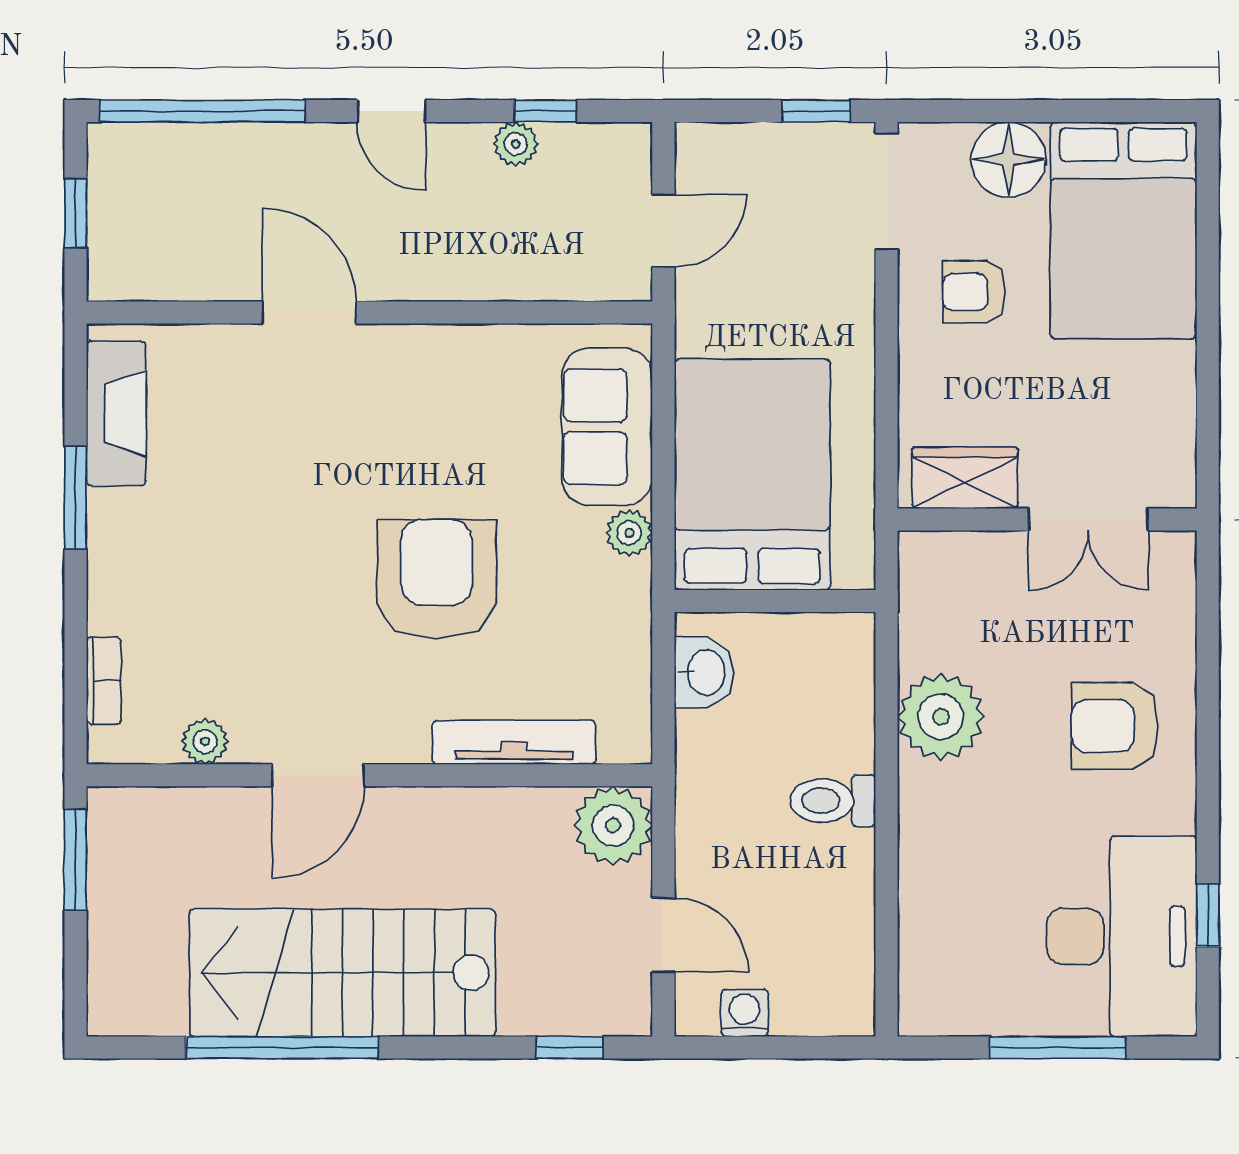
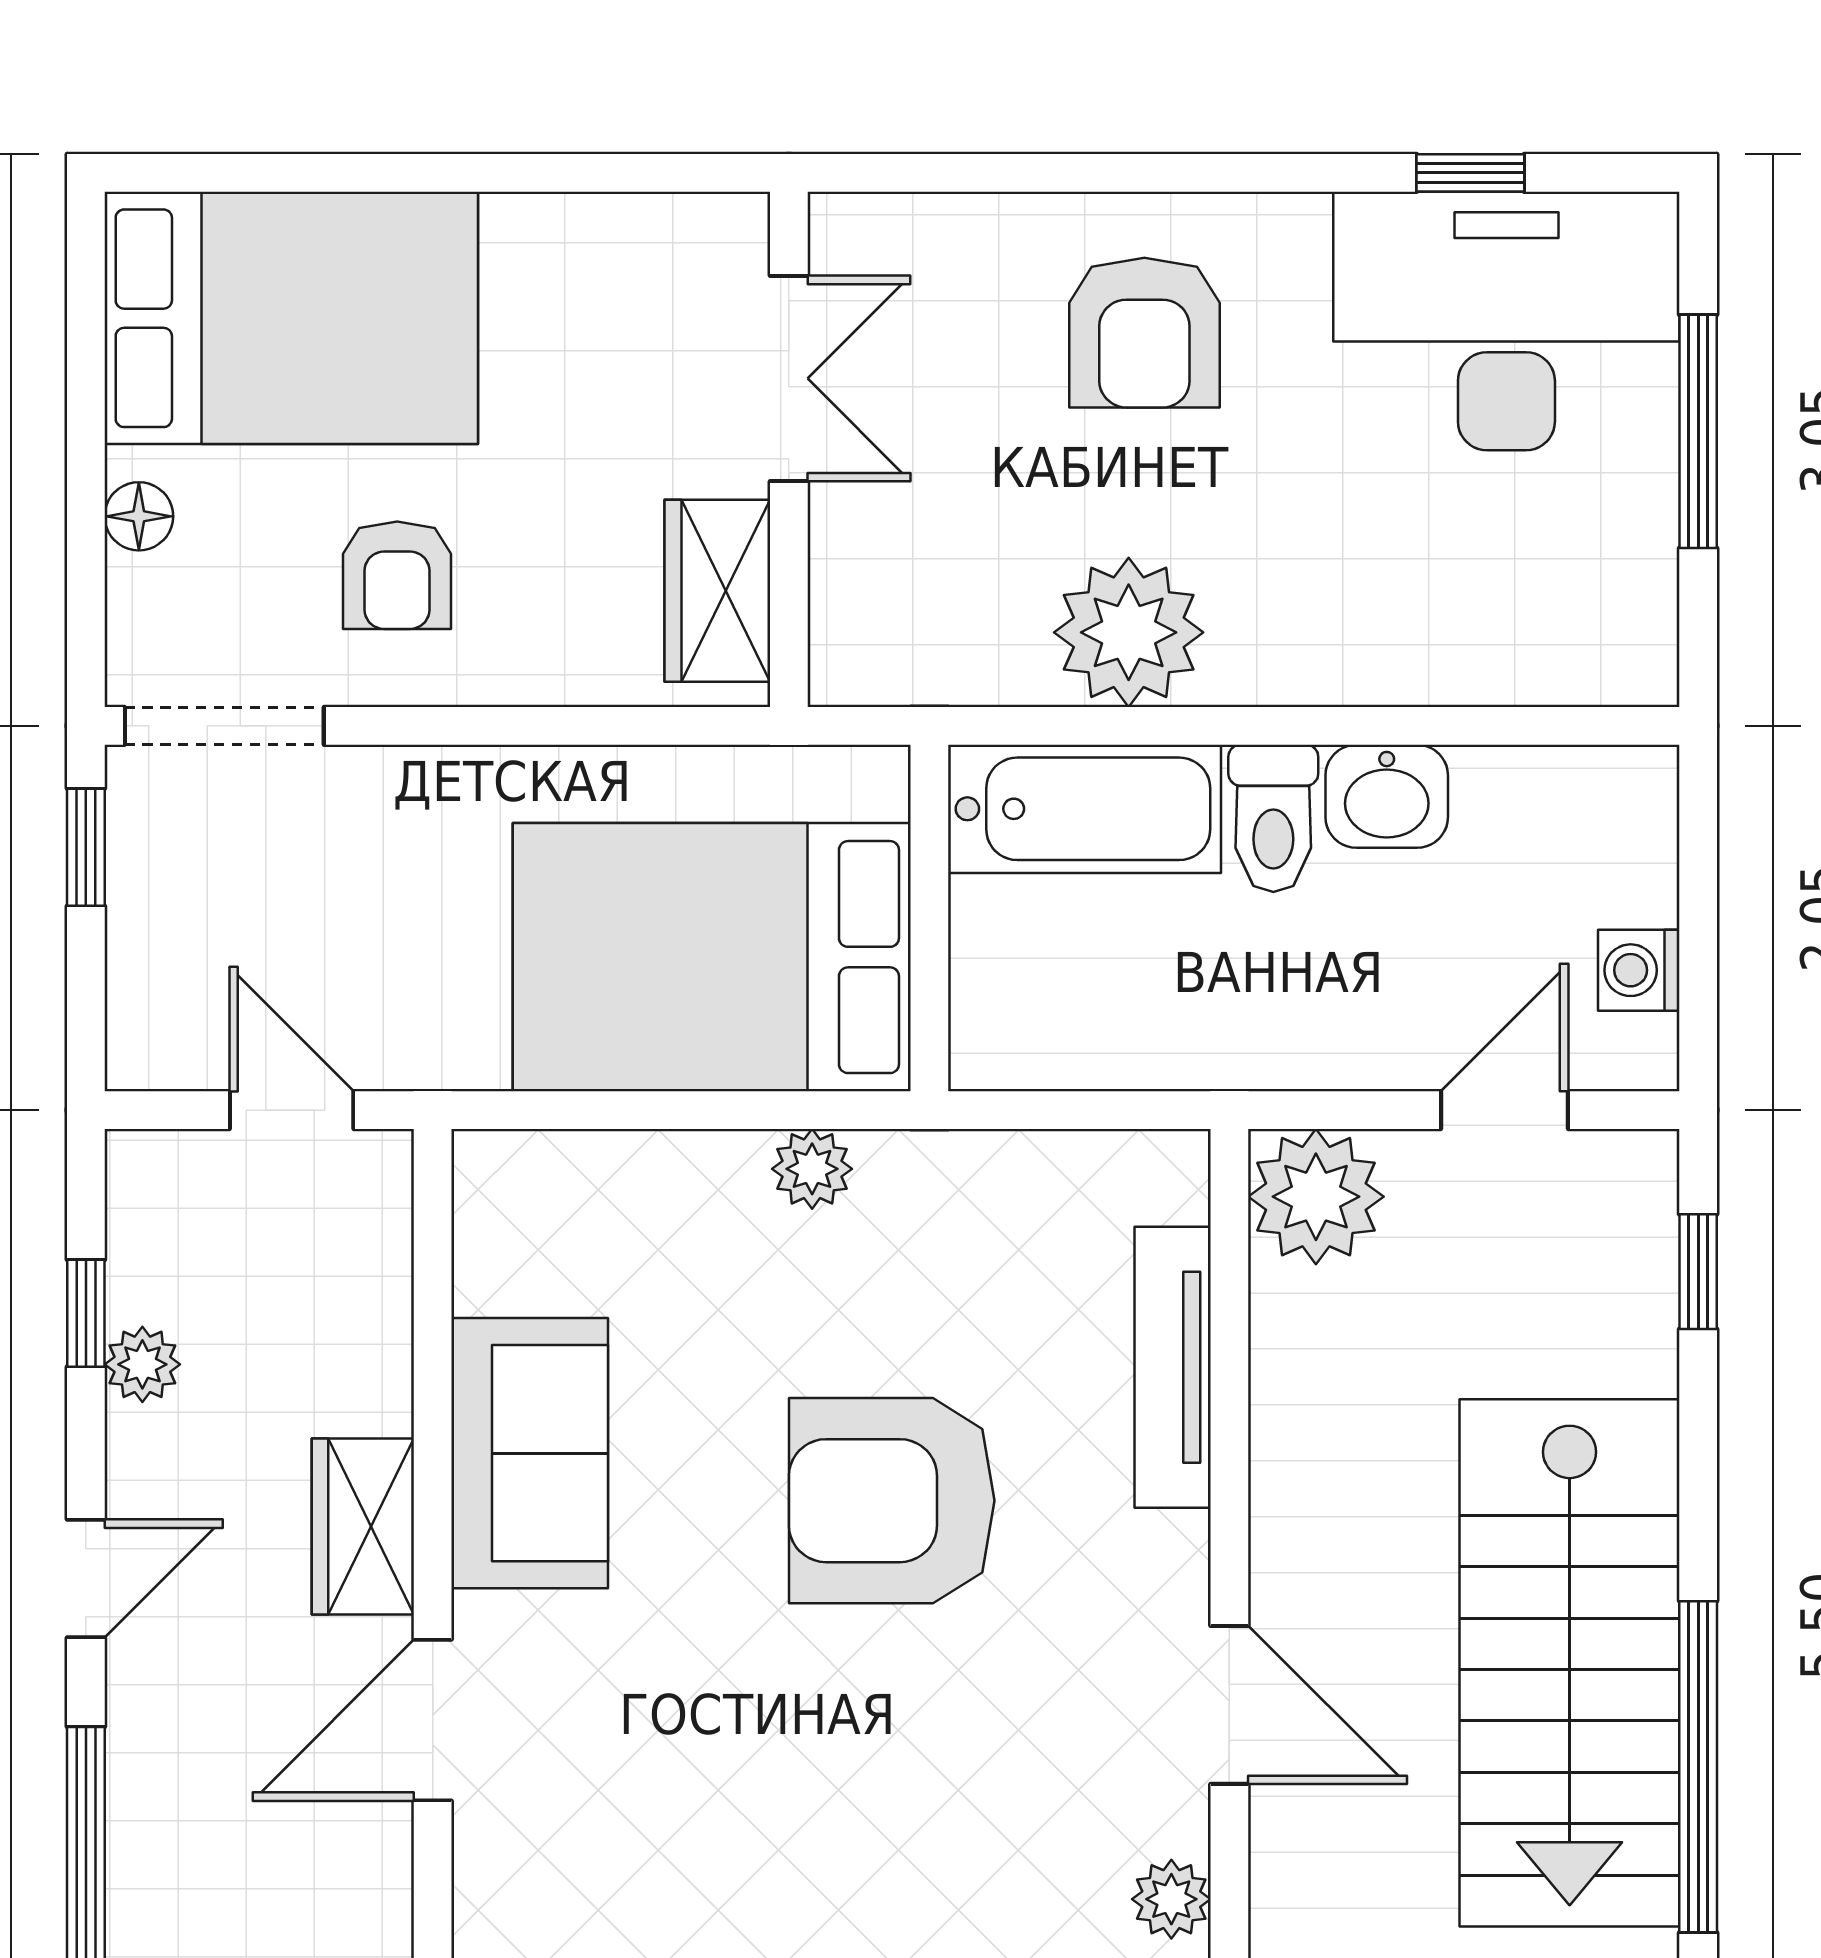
floor lamp: (1008, 159) -> (139, 516), width x0.53, depth x0.53
wardrobe: (422, 272) -> (363, 1527), added
sofa: (607, 427) -> (530, 1453), moved, turned -90
washbasin: (704, 672) -> (1387, 796), moved, turned 180
bathtub: (838, 691) -> (1085, 809), added

